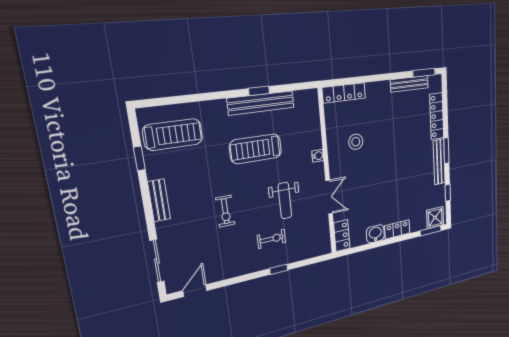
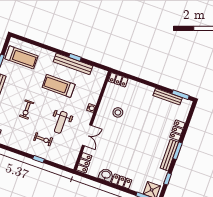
locker: (344, 93) -> (118, 80), width x0.66
locker: (437, 116) -> (177, 130), width x0.66

